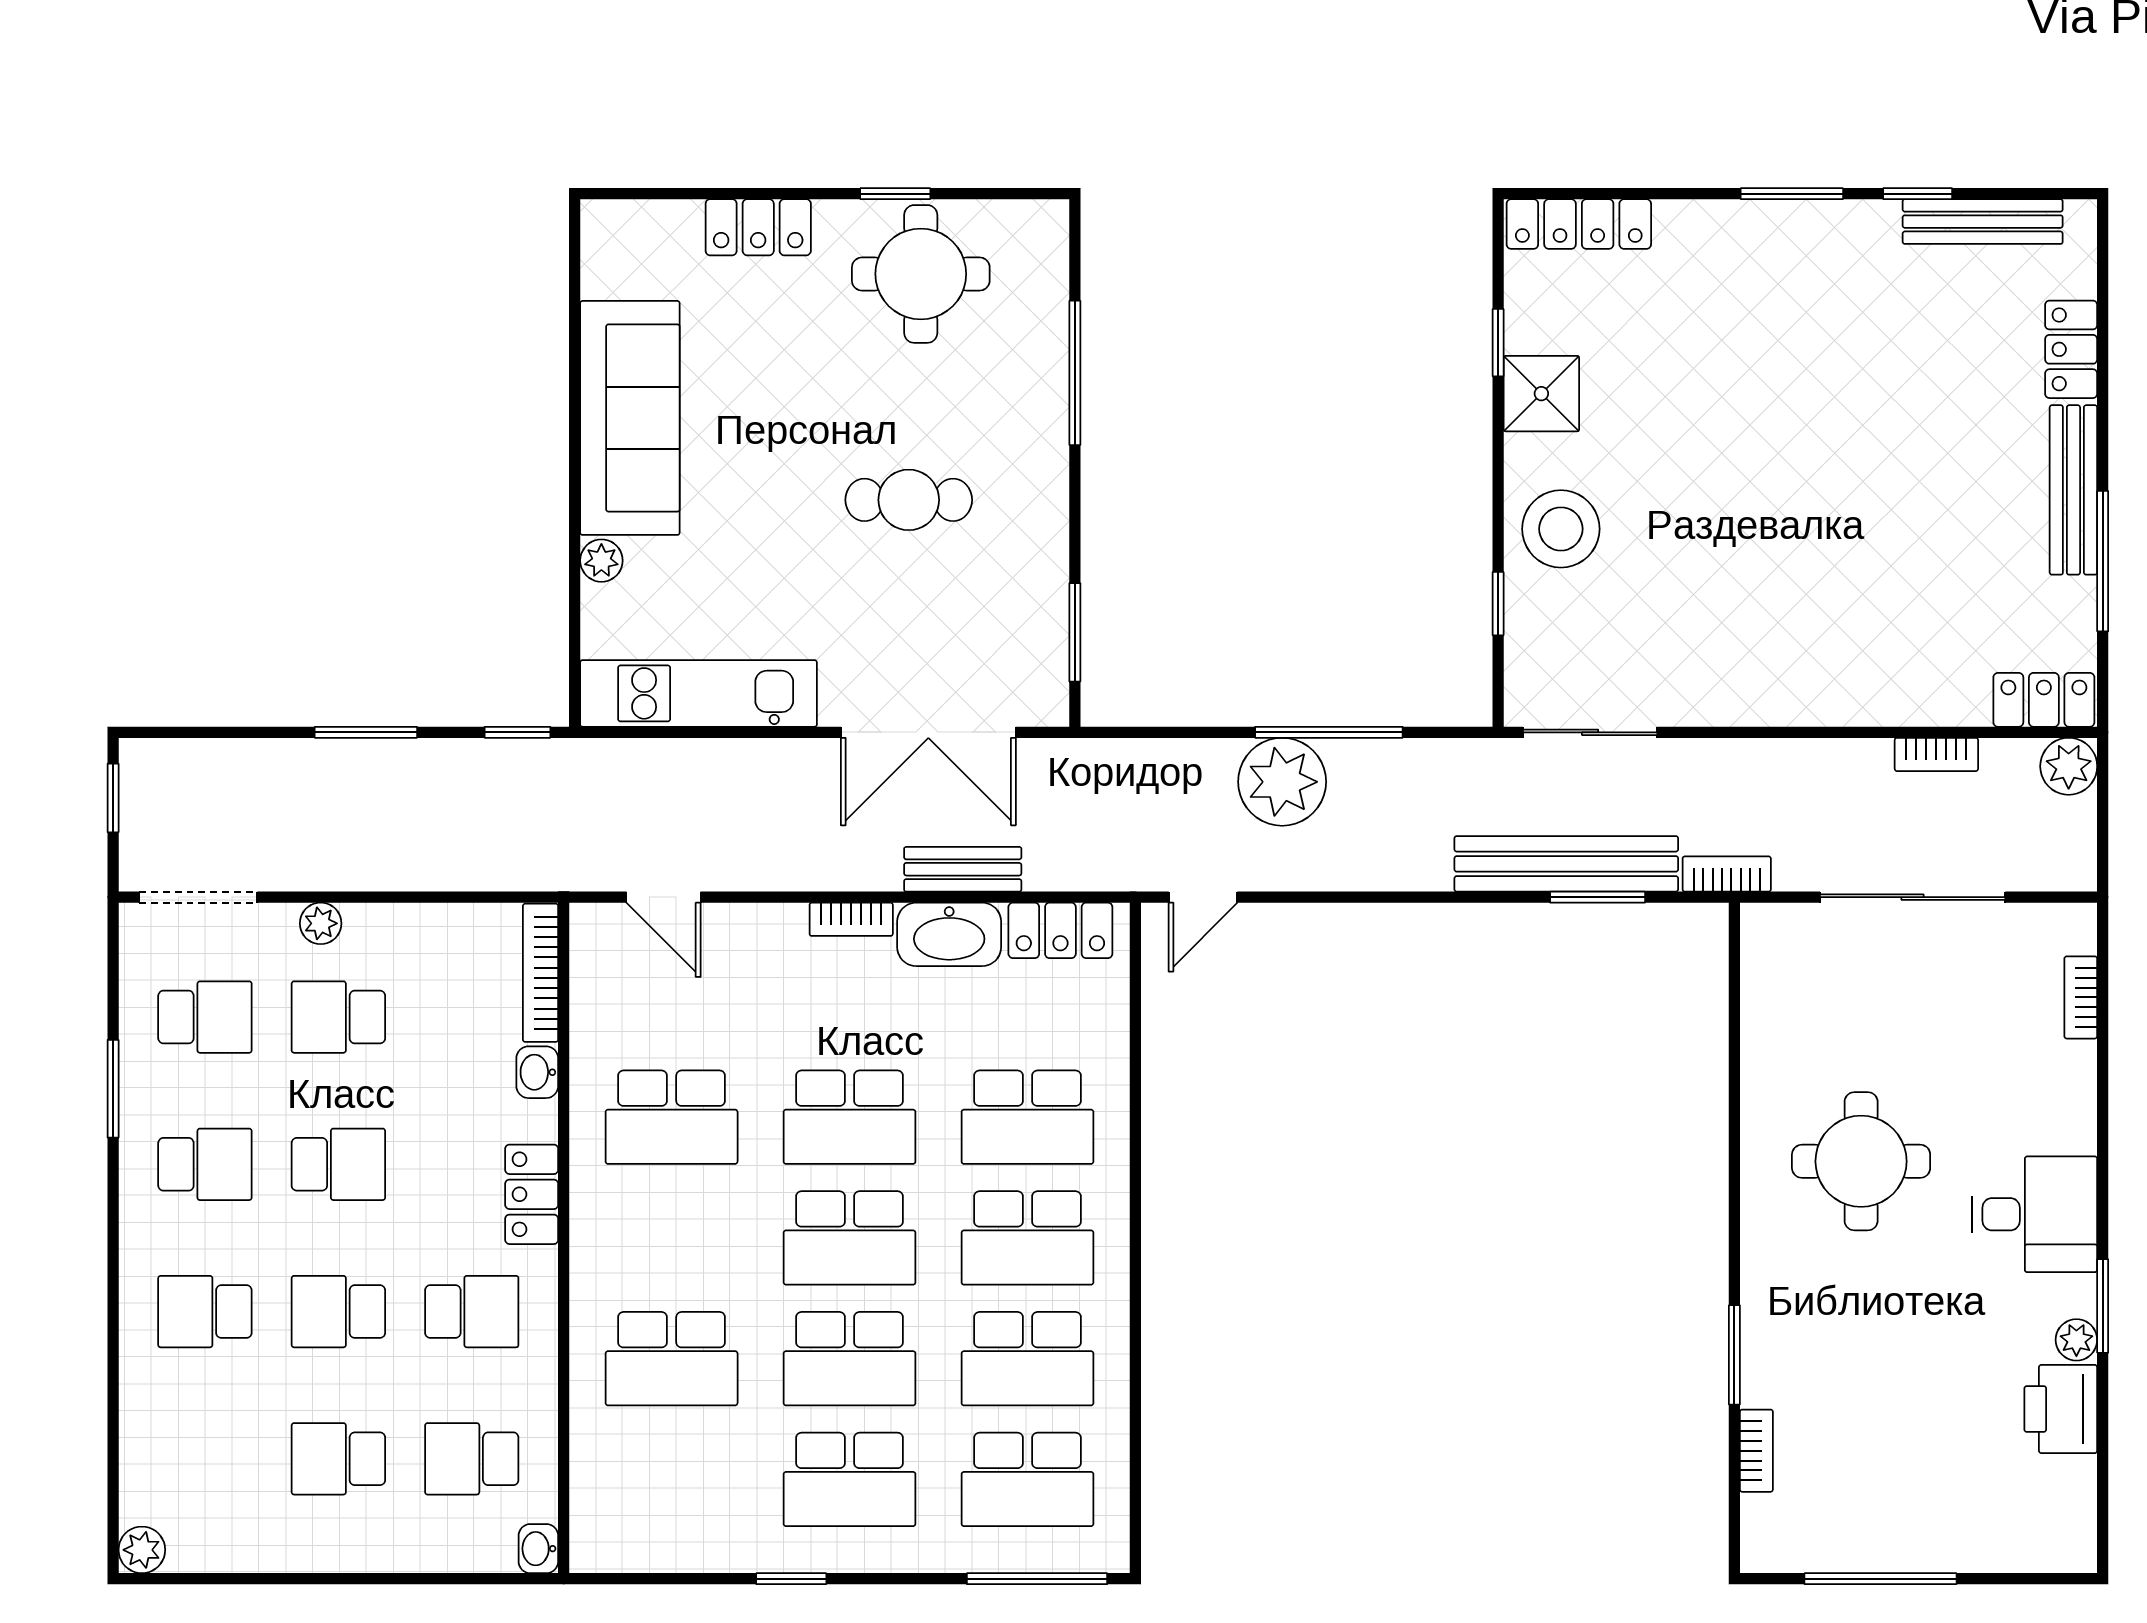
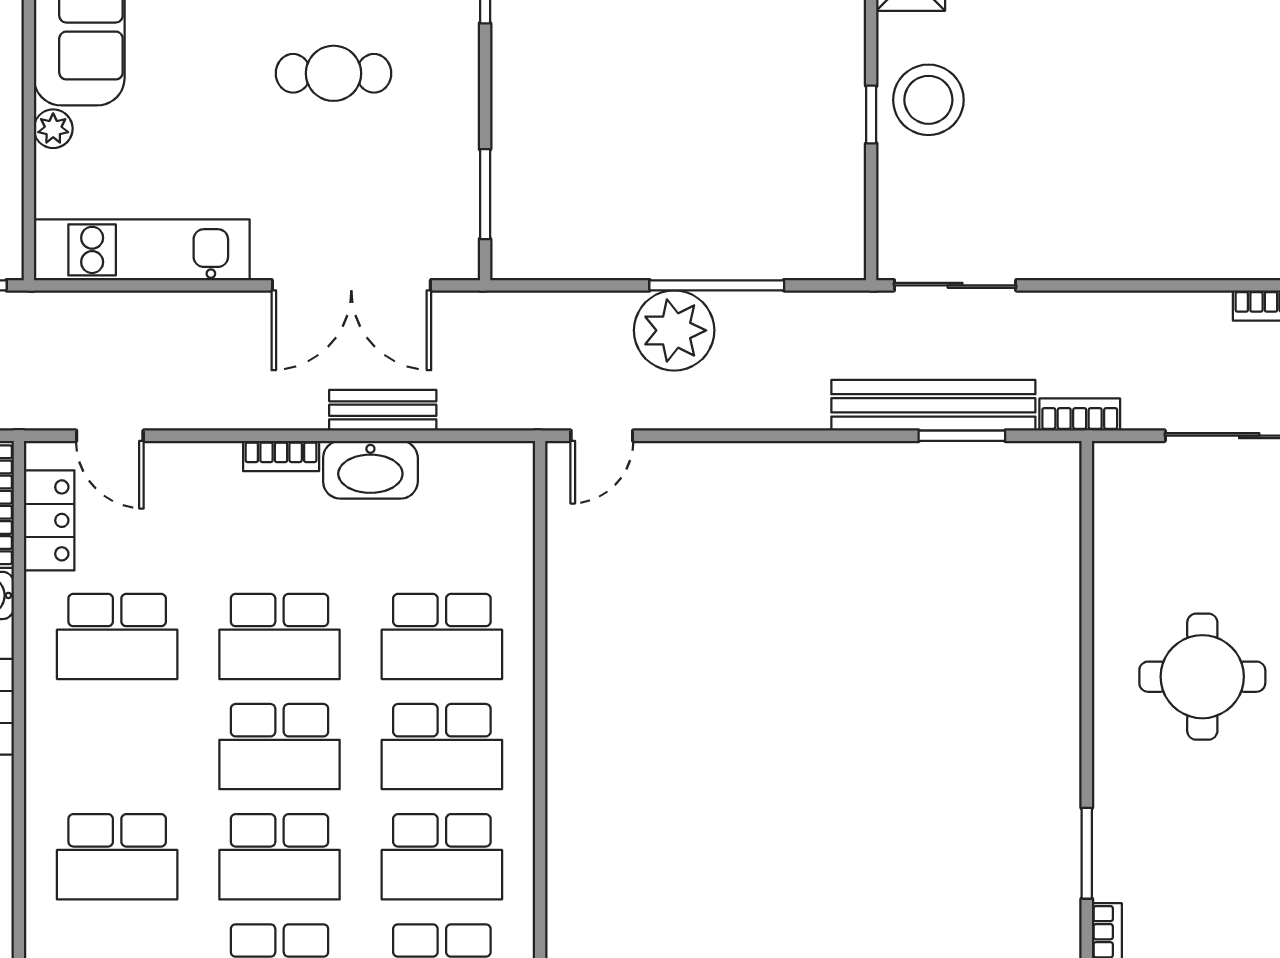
window: (1498, 604) -> (871, 115), moved
locker: (1060, 930) -> (49, 520), moved, turned -90

